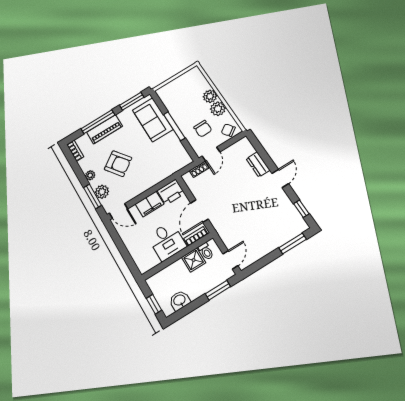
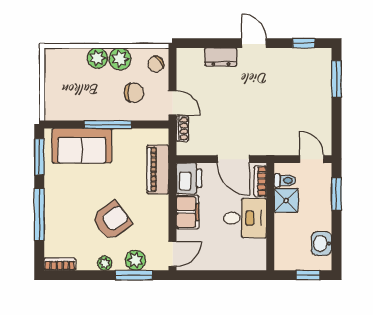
piano: (105, 129) -> (158, 169), moved, turned 180

